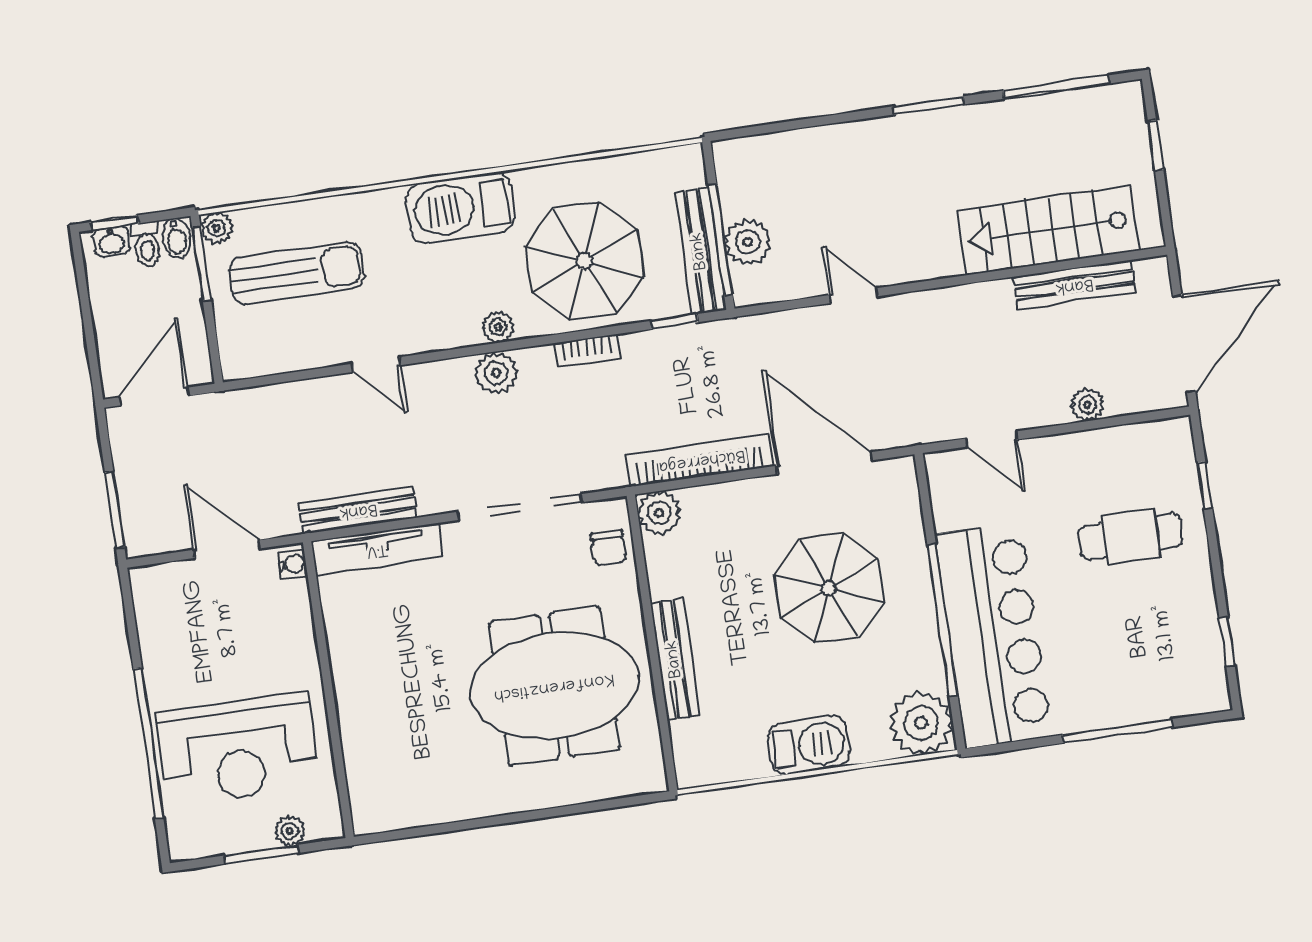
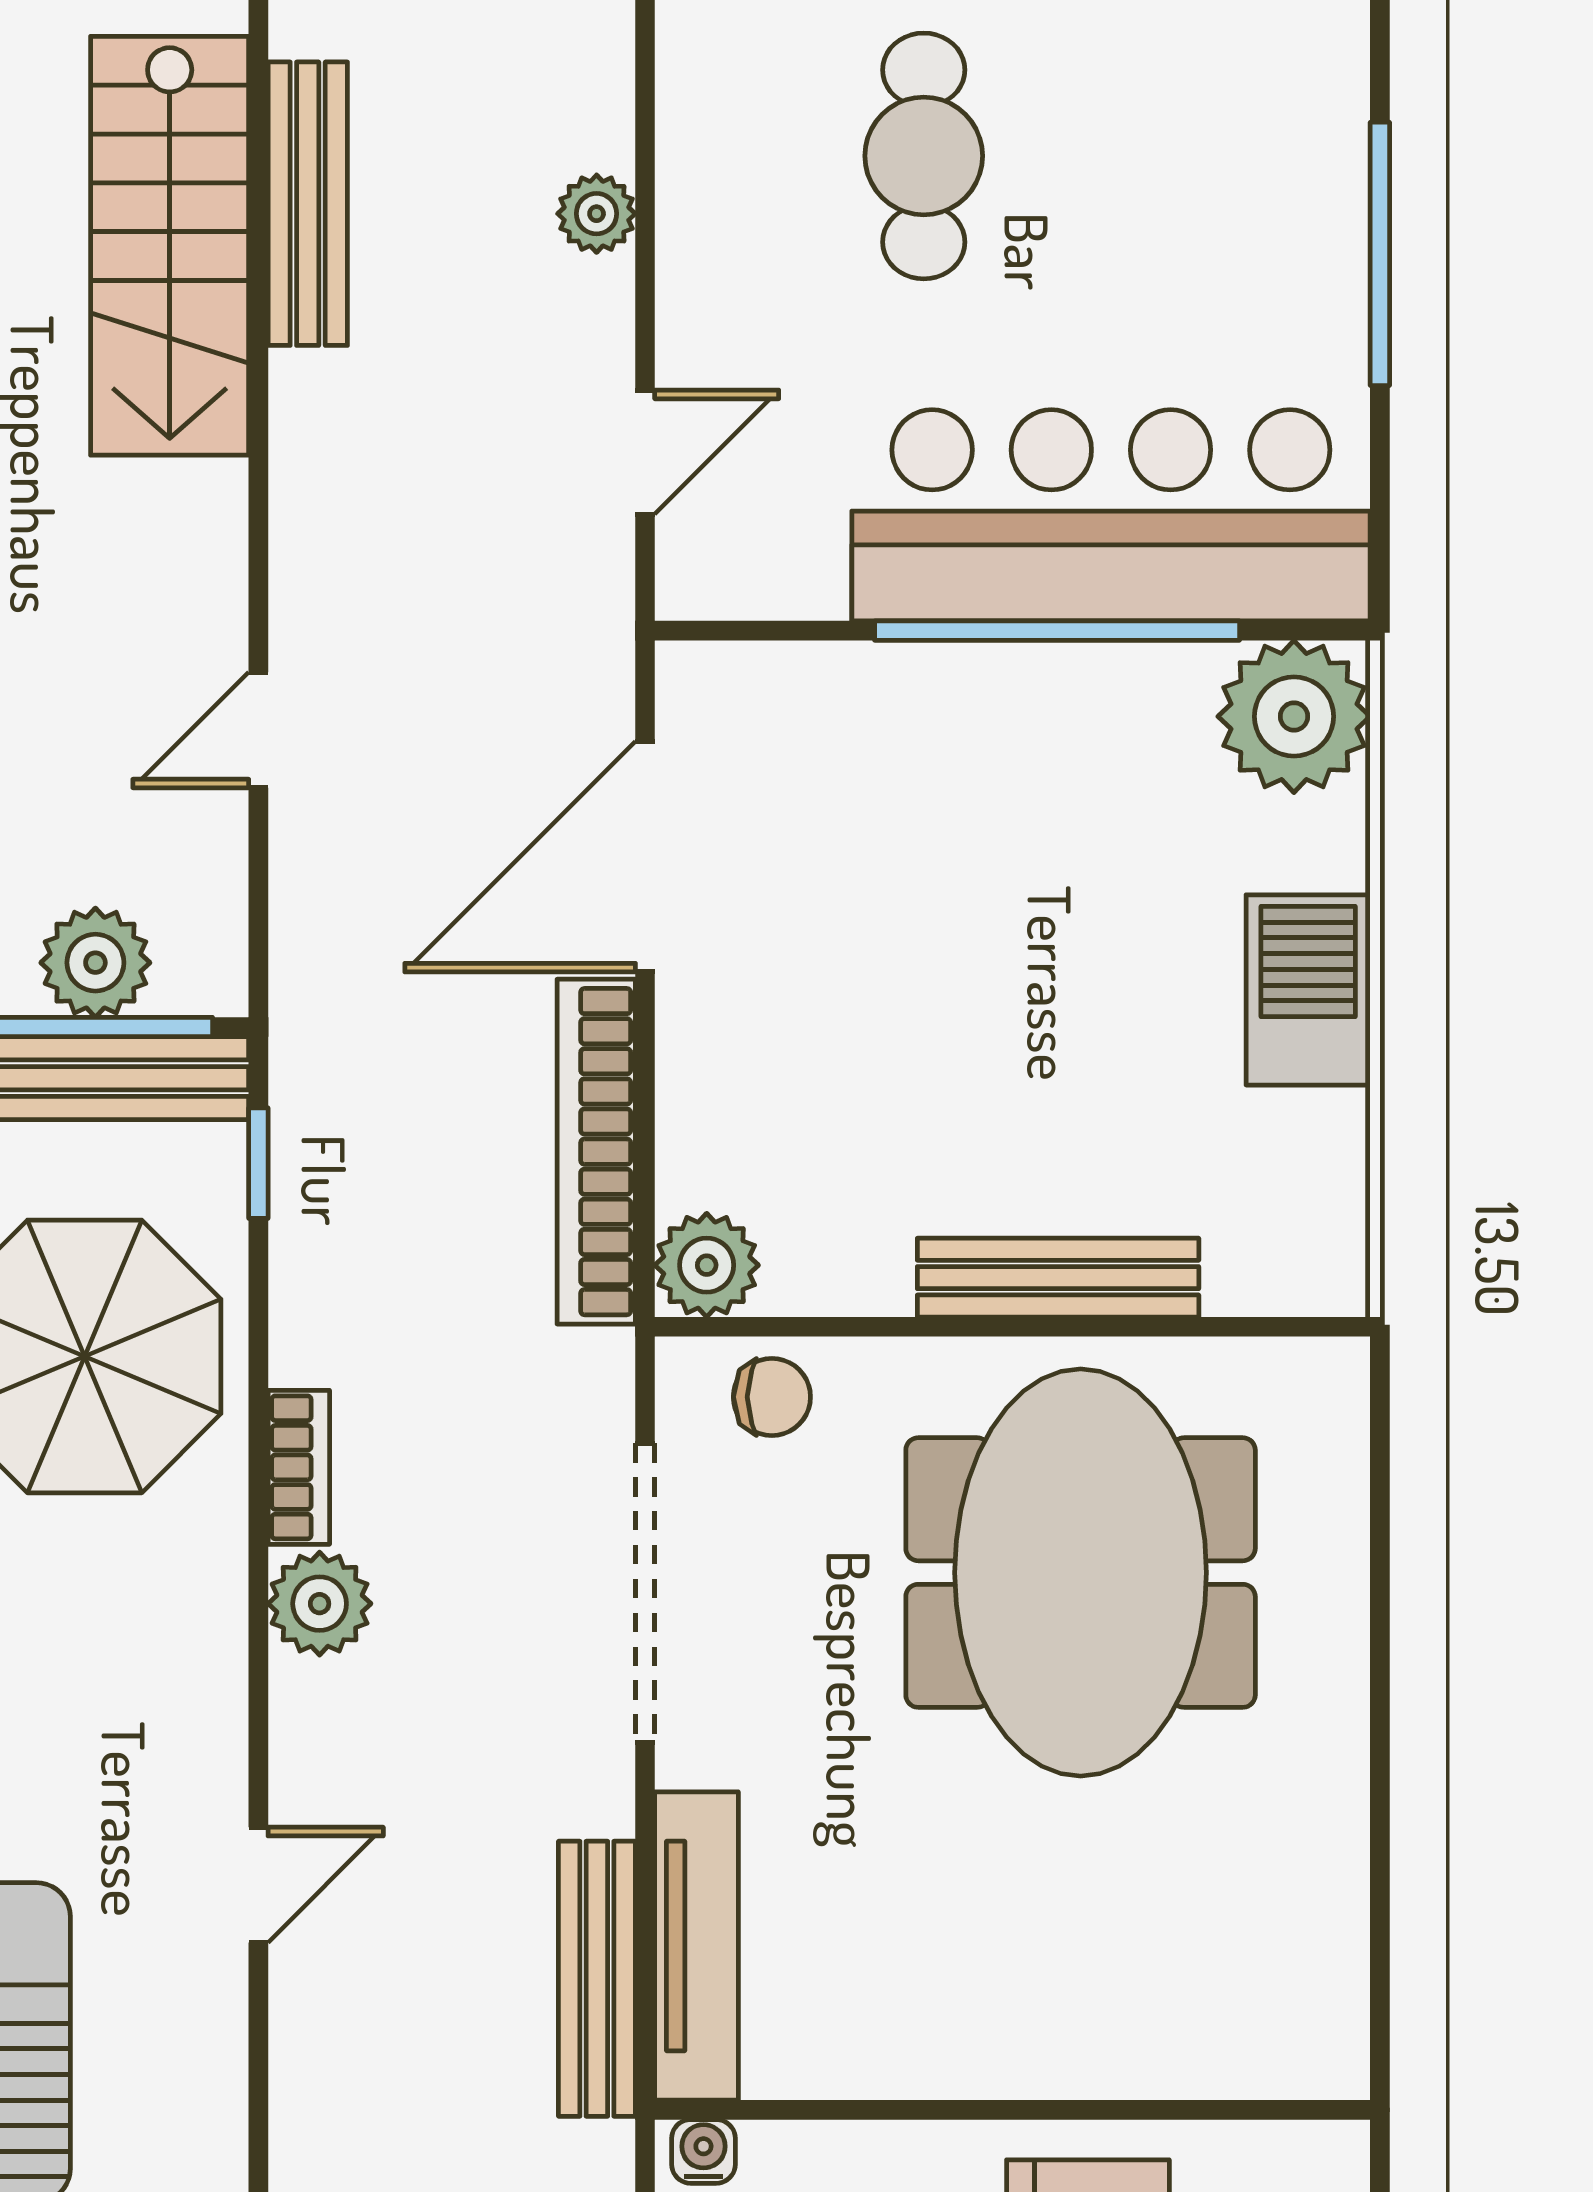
plant: (498, 327) -> (211, 1583), removed
bookcase: (587, 351) -> (299, 1467), moved
parasol: (829, 588) -> (943, 888), removed

